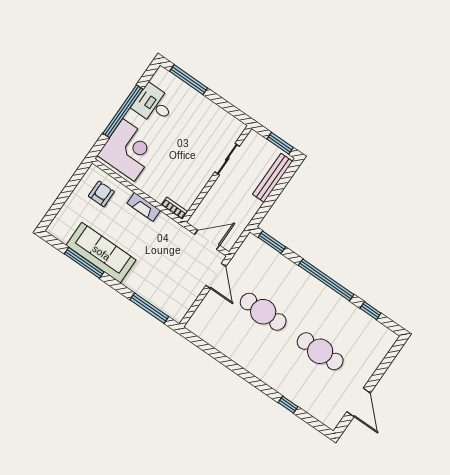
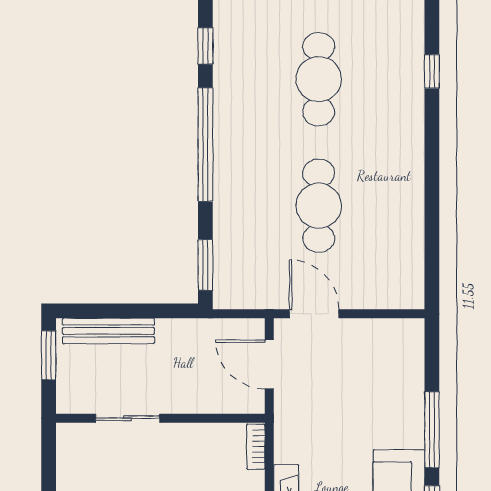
door: (216, 276) -> (314, 314), hinge flipped
window: (149, 308) -> (432, 430), moved

